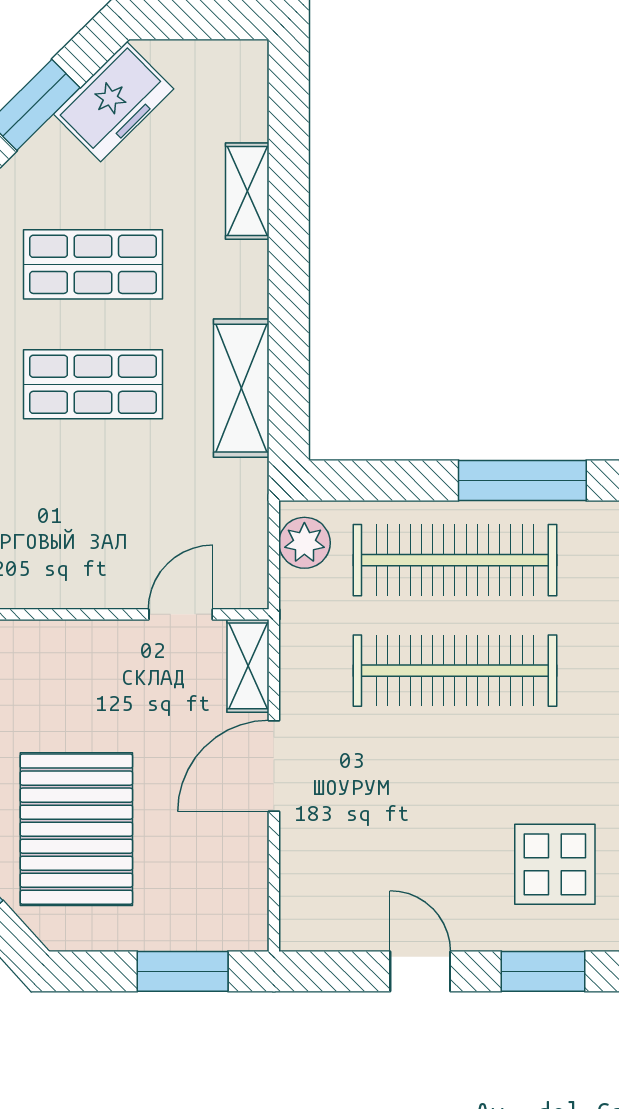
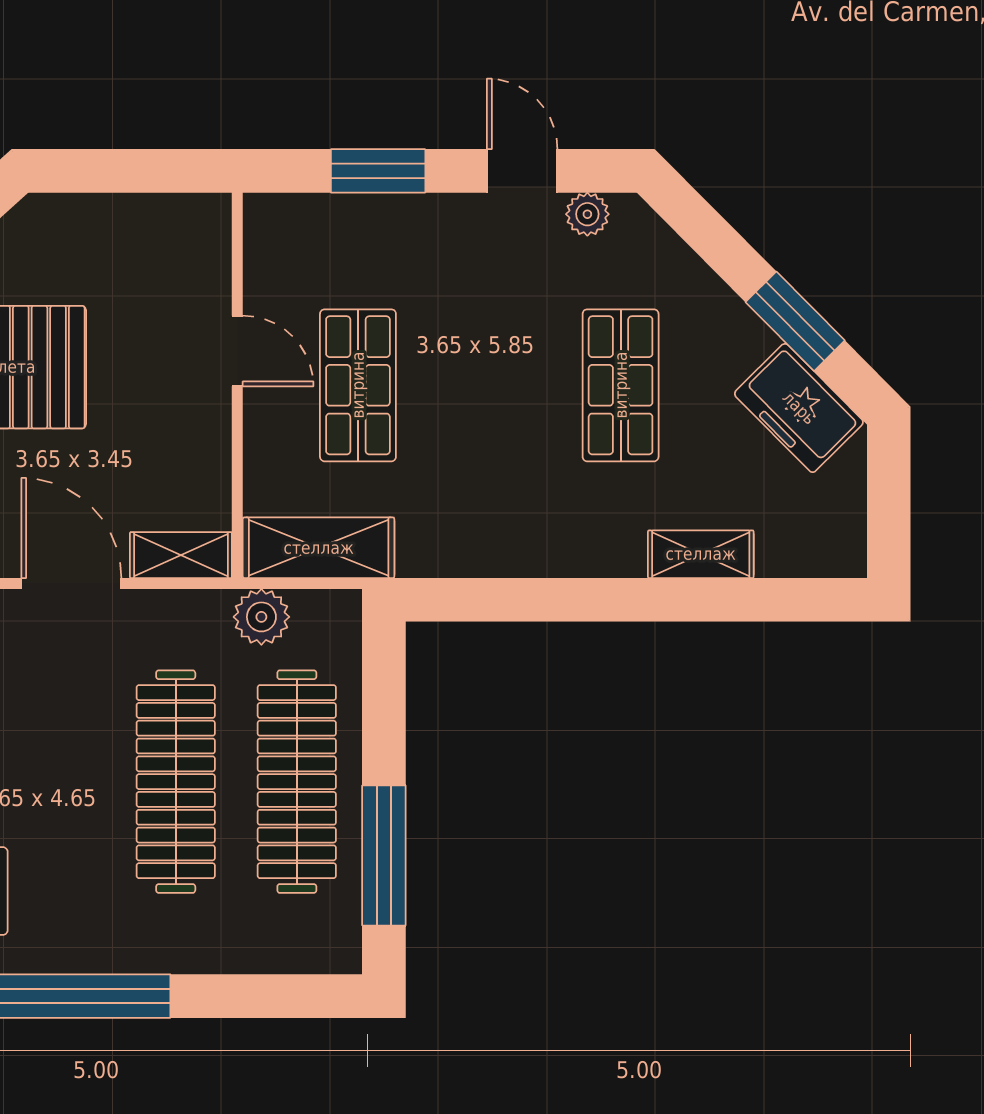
shop shelf: (93, 384) -> (358, 385), moved
shelving: (241, 388) -> (319, 548), moved
plant: (304, 543) -> (261, 617), moved
door: (181, 614) -> (237, 351), moved

